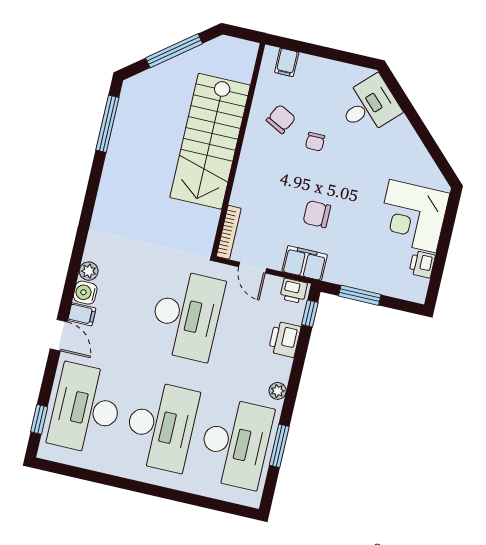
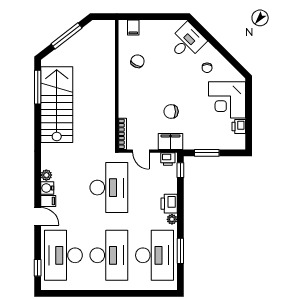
stairs: (210, 141) -> (57, 105), moved, turned 180
chair: (315, 142) -> (207, 68), moved
printer: (285, 339) -> (169, 204), moved

